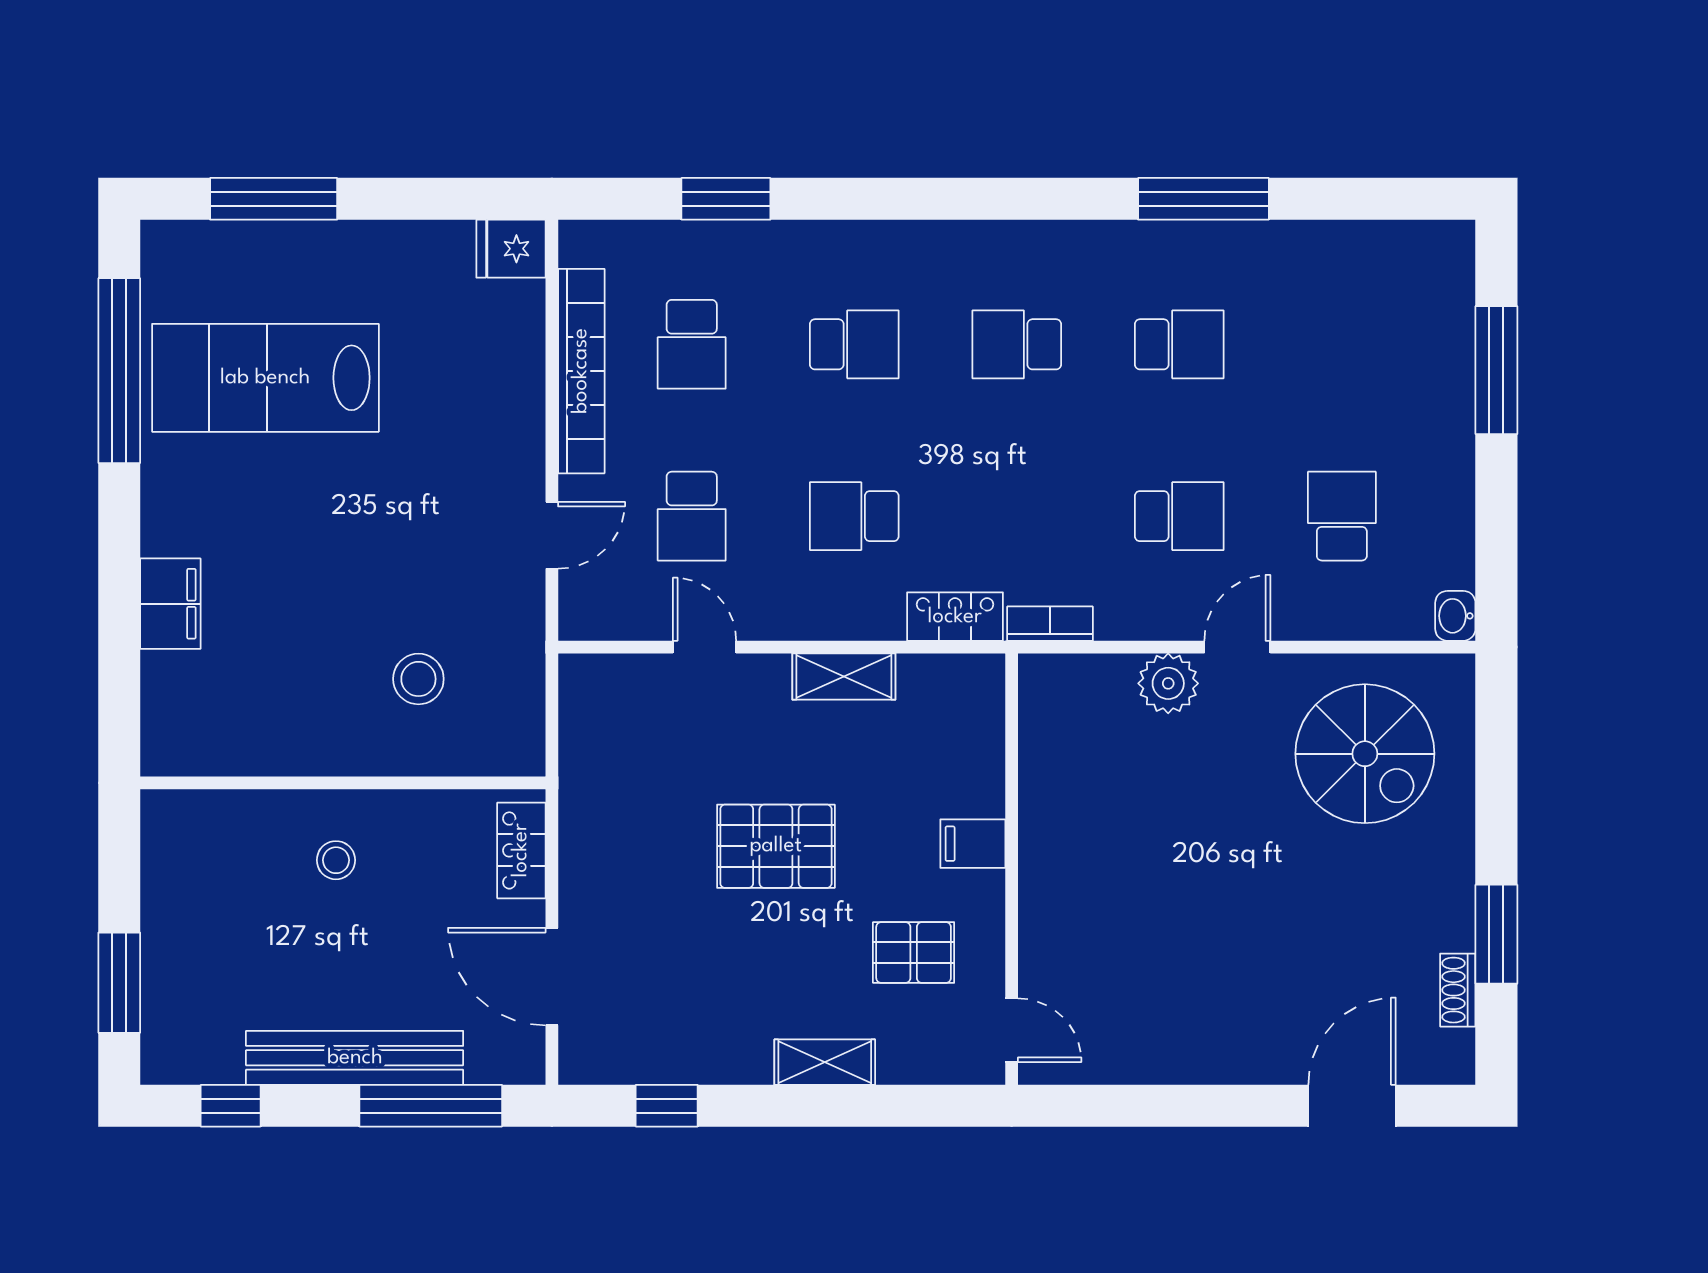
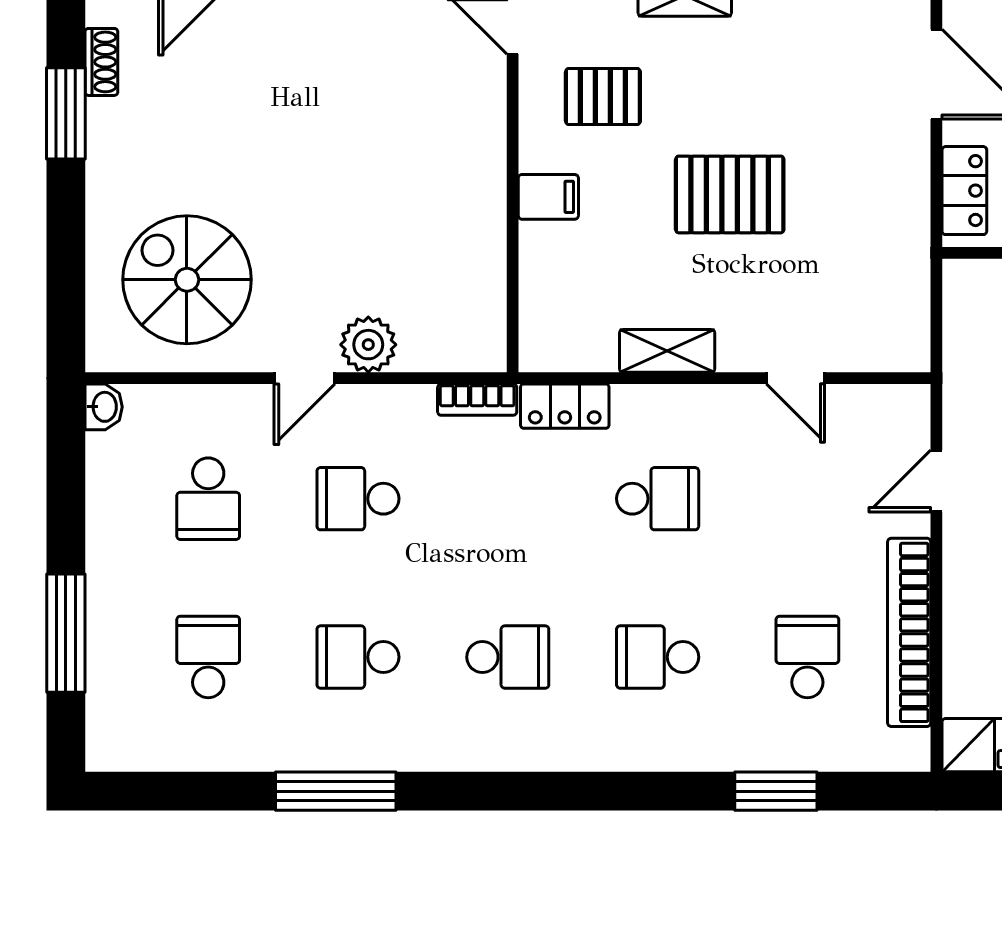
school desk: (692, 516) -> (208, 657), moved

